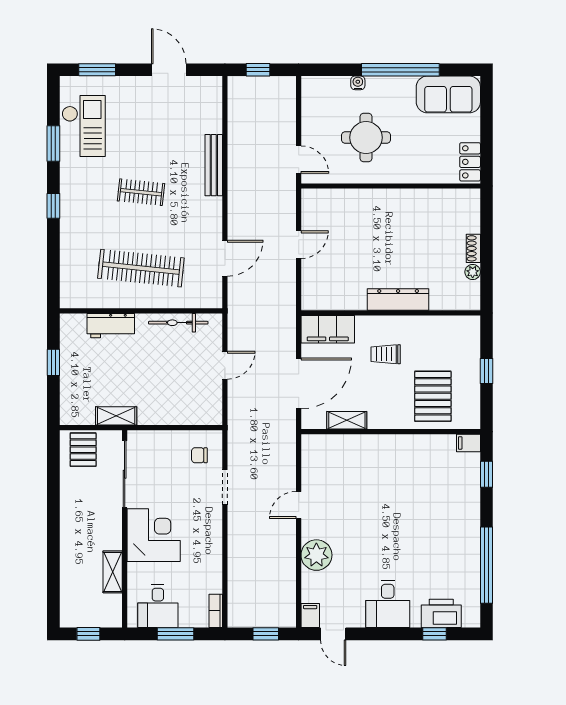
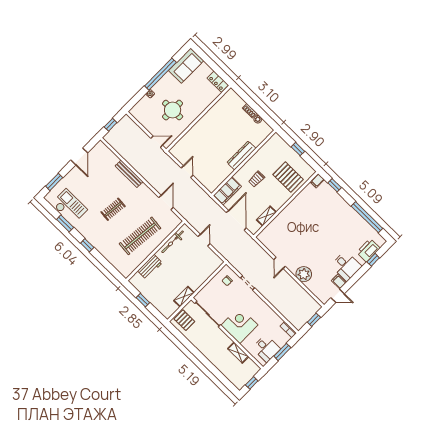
door: (169, 70) -> (79, 156), swing flipped
filing cabinet: (310, 616) -> (339, 282), moved

